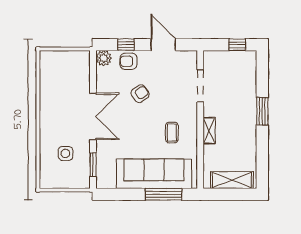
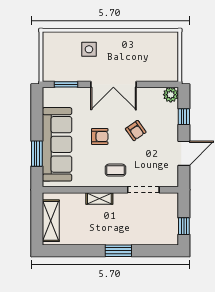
armchair: (128, 61) -> (100, 136), moved, turned 90
coffee table: (172, 133) -> (115, 170), moved
side table: (65, 153) -> (89, 49), moved
window: (163, 194) -> (37, 154), width x0.69

